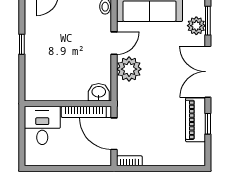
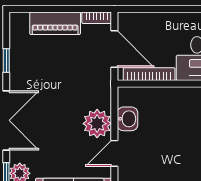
washbasin: (99, 92) -> (127, 119), moved, turned -90
piano: (195, 120) -> (55, 23), moved, turned 90

